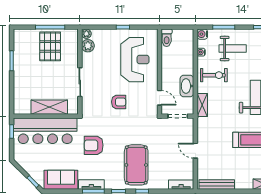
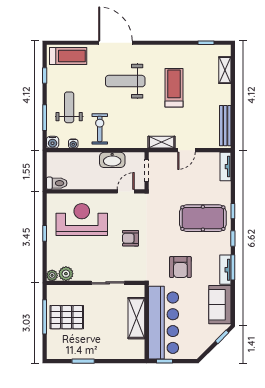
armchair: (119, 102) -> (131, 238), turned -90
shelving: (202, 105) -> (162, 142), moved

